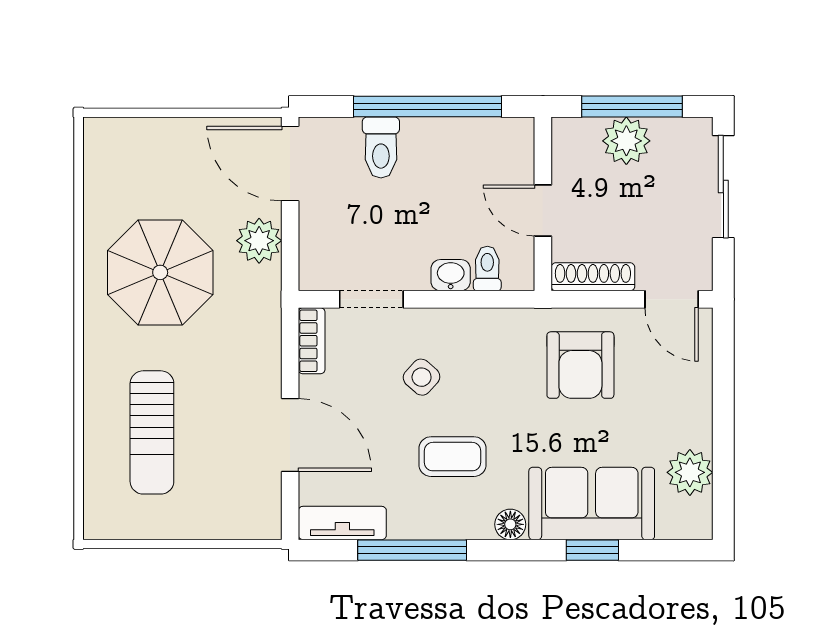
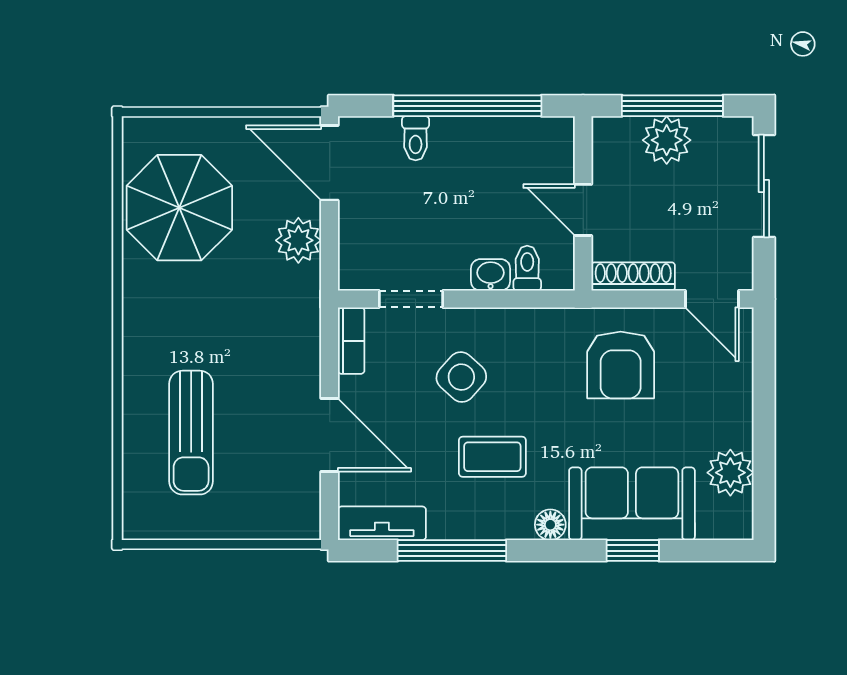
toilet: (381, 147) -> (416, 138), width x0.73, depth x0.72
parasol: (160, 272) -> (179, 208), moved
side table: (422, 377) -> (461, 377), width x1.37, depth x1.37

